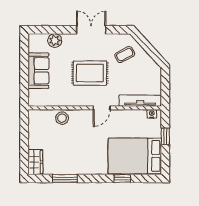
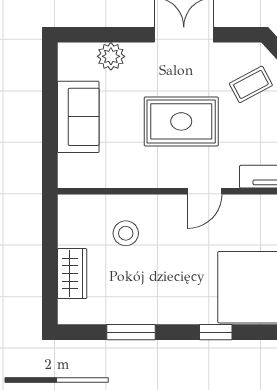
stool: (62, 118) -> (126, 233), moved
wardrobe: (35, 162) -> (72, 274), moved
window: (122, 178) -> (216, 332), moved

